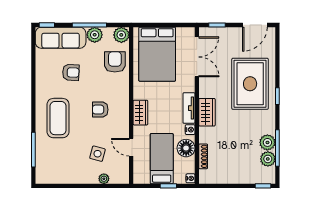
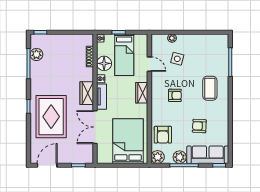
double door: (197, 57) -> (95, 127), moved
coffee table: (58, 118) -> (210, 88), width x0.73, depth x0.76
plant: (267, 142) -> (37, 68), removed

